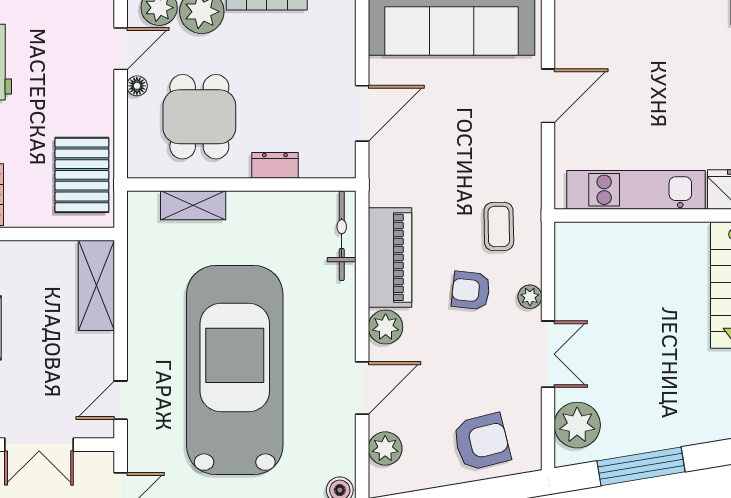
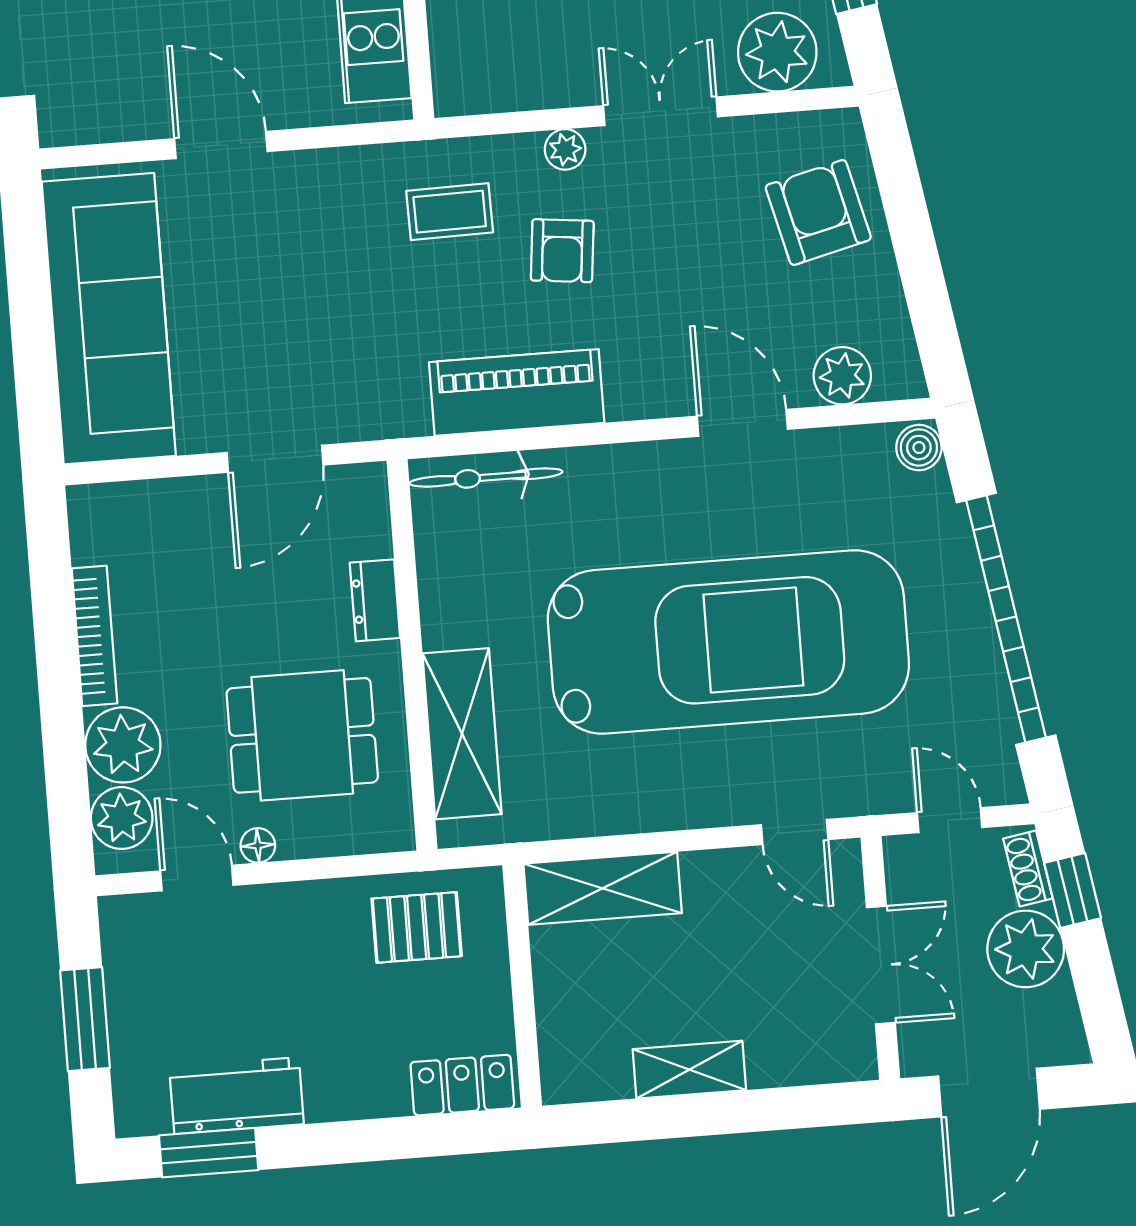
door: (362, 113) -> (275, 459), swing flipped
pallet: (82, 175) -> (417, 927), width x0.67, depth x0.71
shelving: (193, 205) -> (462, 734), width x1.50, depth x1.33
plant: (386, 327) -> (635, 391), removed
car: (235, 370) -> (728, 642), turned 180

